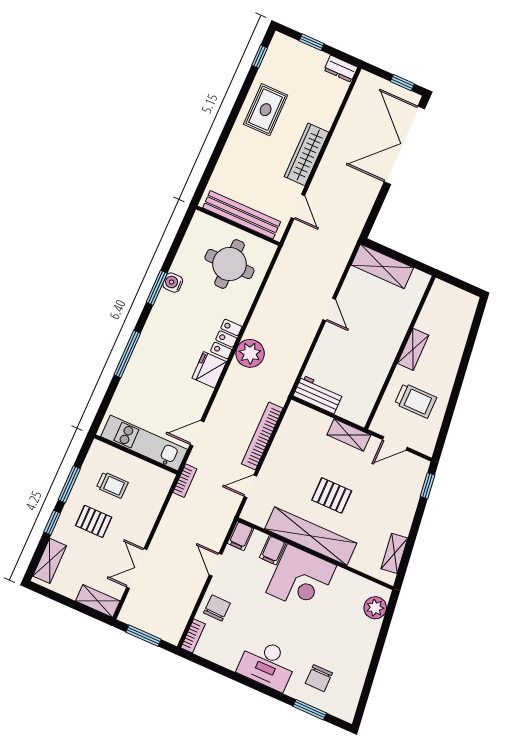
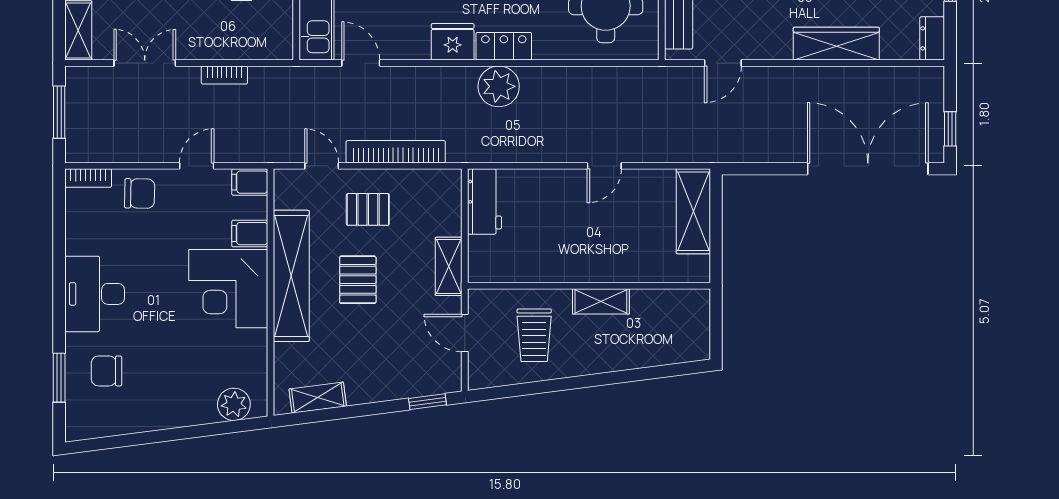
wardrobe: (306, 154) -> (836, 44), moved
pallet: (291, 470) -> (368, 209), added
bookcase: (185, 481) -> (224, 75), moved

